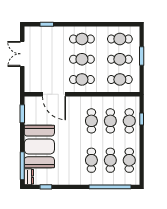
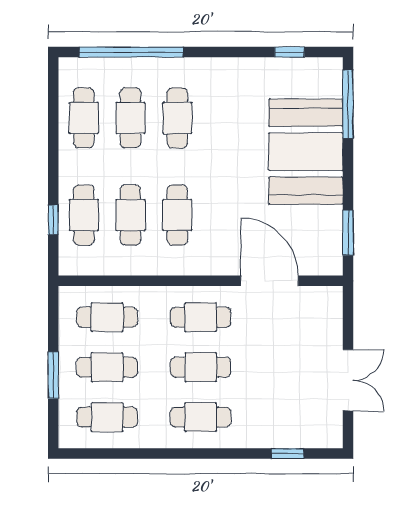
dresser: (29, 177) -> (332, 77), removed

